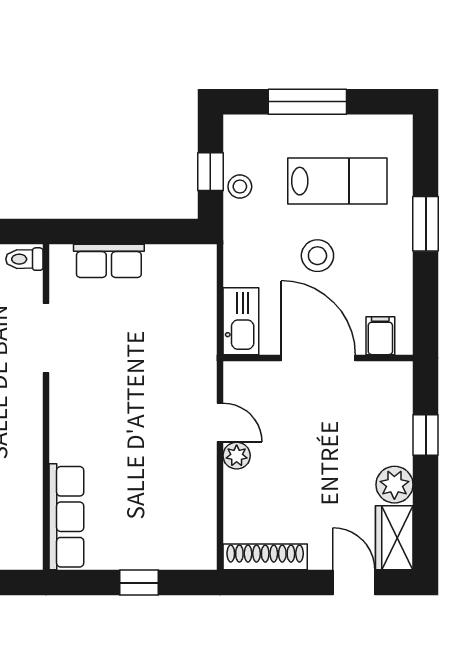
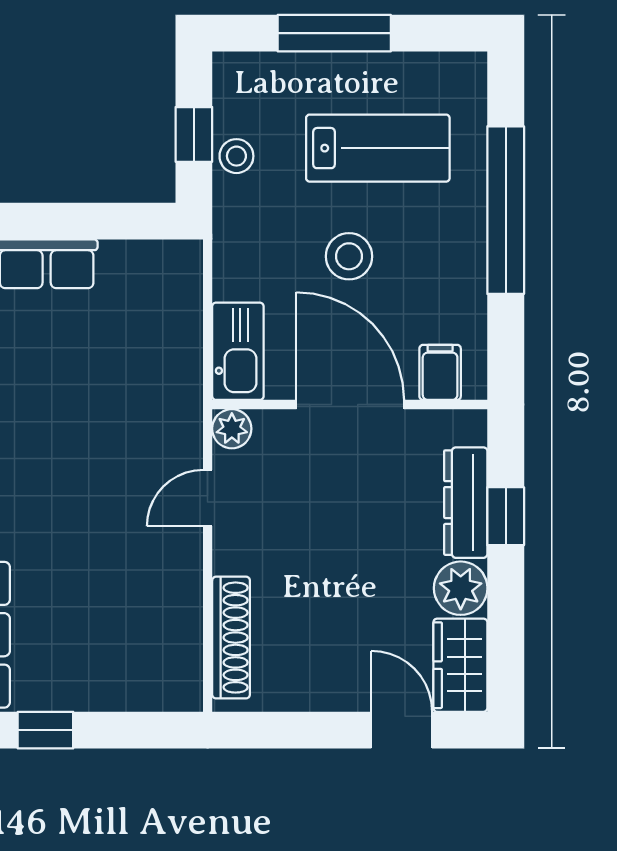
window: (426, 224) -> (506, 210), width x2.11
door: (220, 422) -> (208, 498), swing flipped
dresser: (398, 426) -> (466, 503), added
plant: (237, 456) -> (232, 429), moved
shoe rack: (265, 557) -> (231, 638), moved, turned 90
window: (139, 583) -> (45, 730), moved

